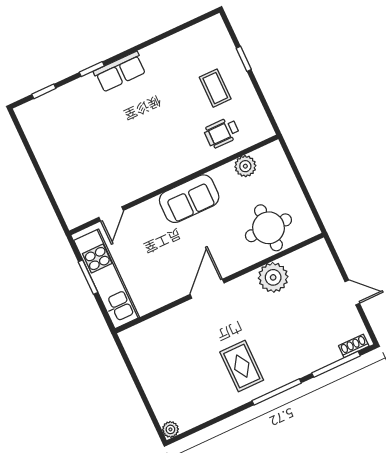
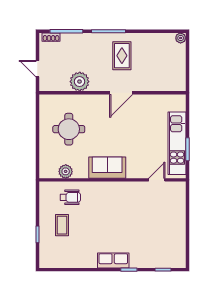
plant: (273, 277) -> (80, 82), moved
wall: (219, 283) -> (112, 93), moved
door: (207, 289) -> (121, 93), moved

